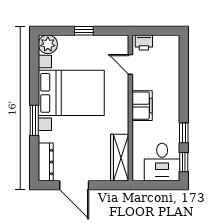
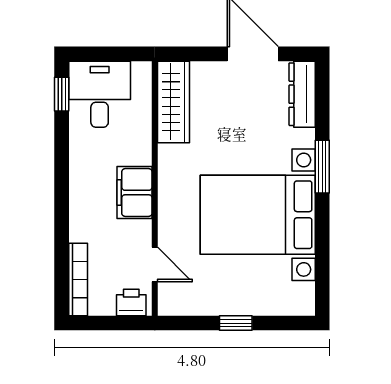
plant: (48, 44) -> (299, 299), removed
bookcase: (174, 56) -> (78, 279), added
window: (184, 133) -> (62, 145), removed

